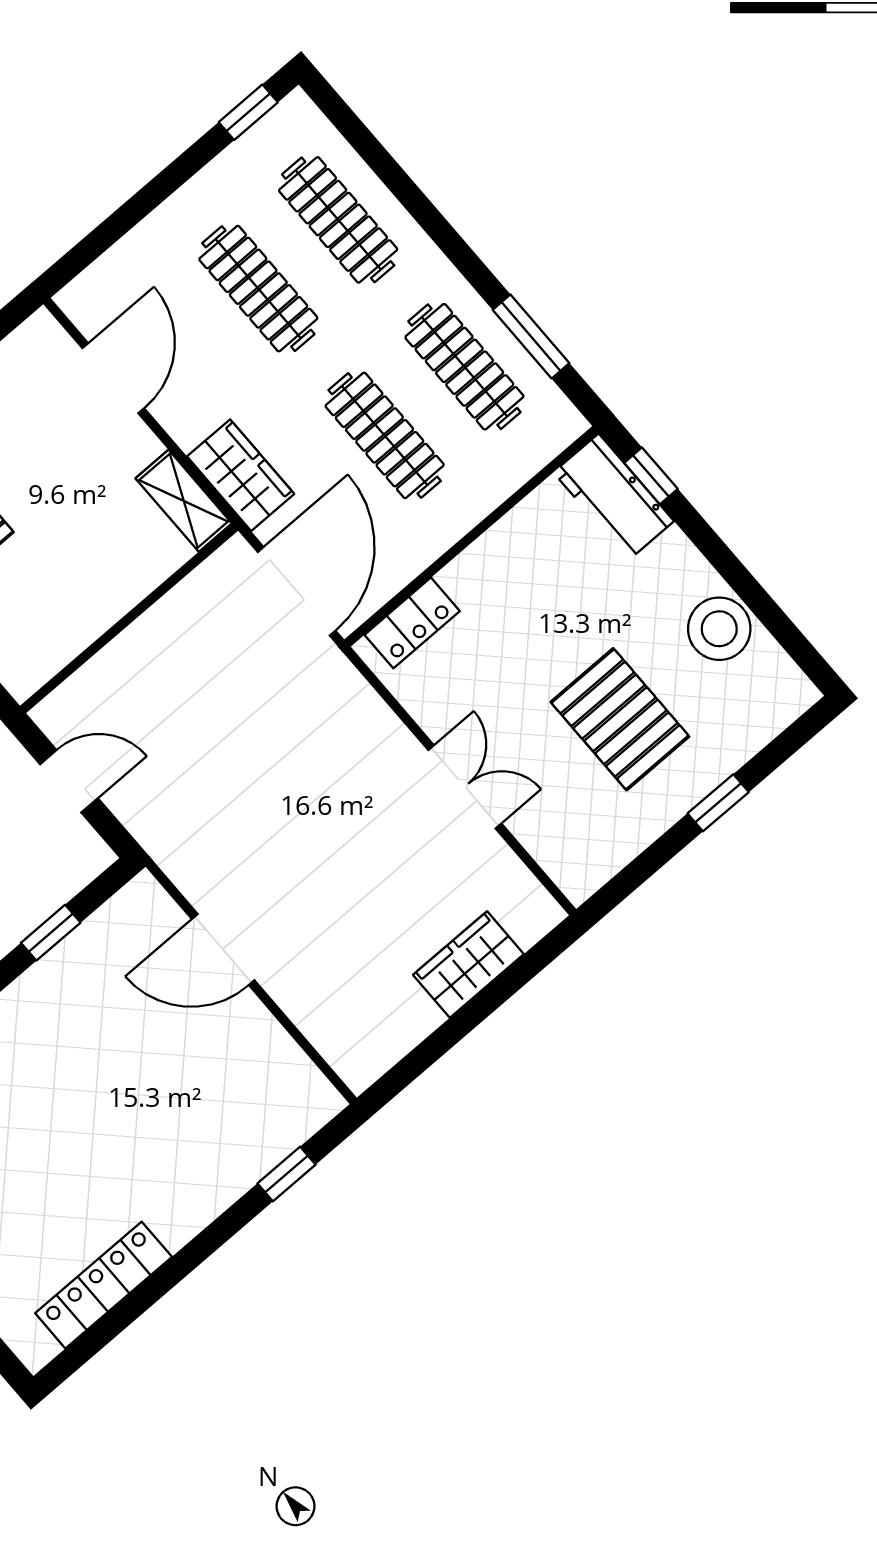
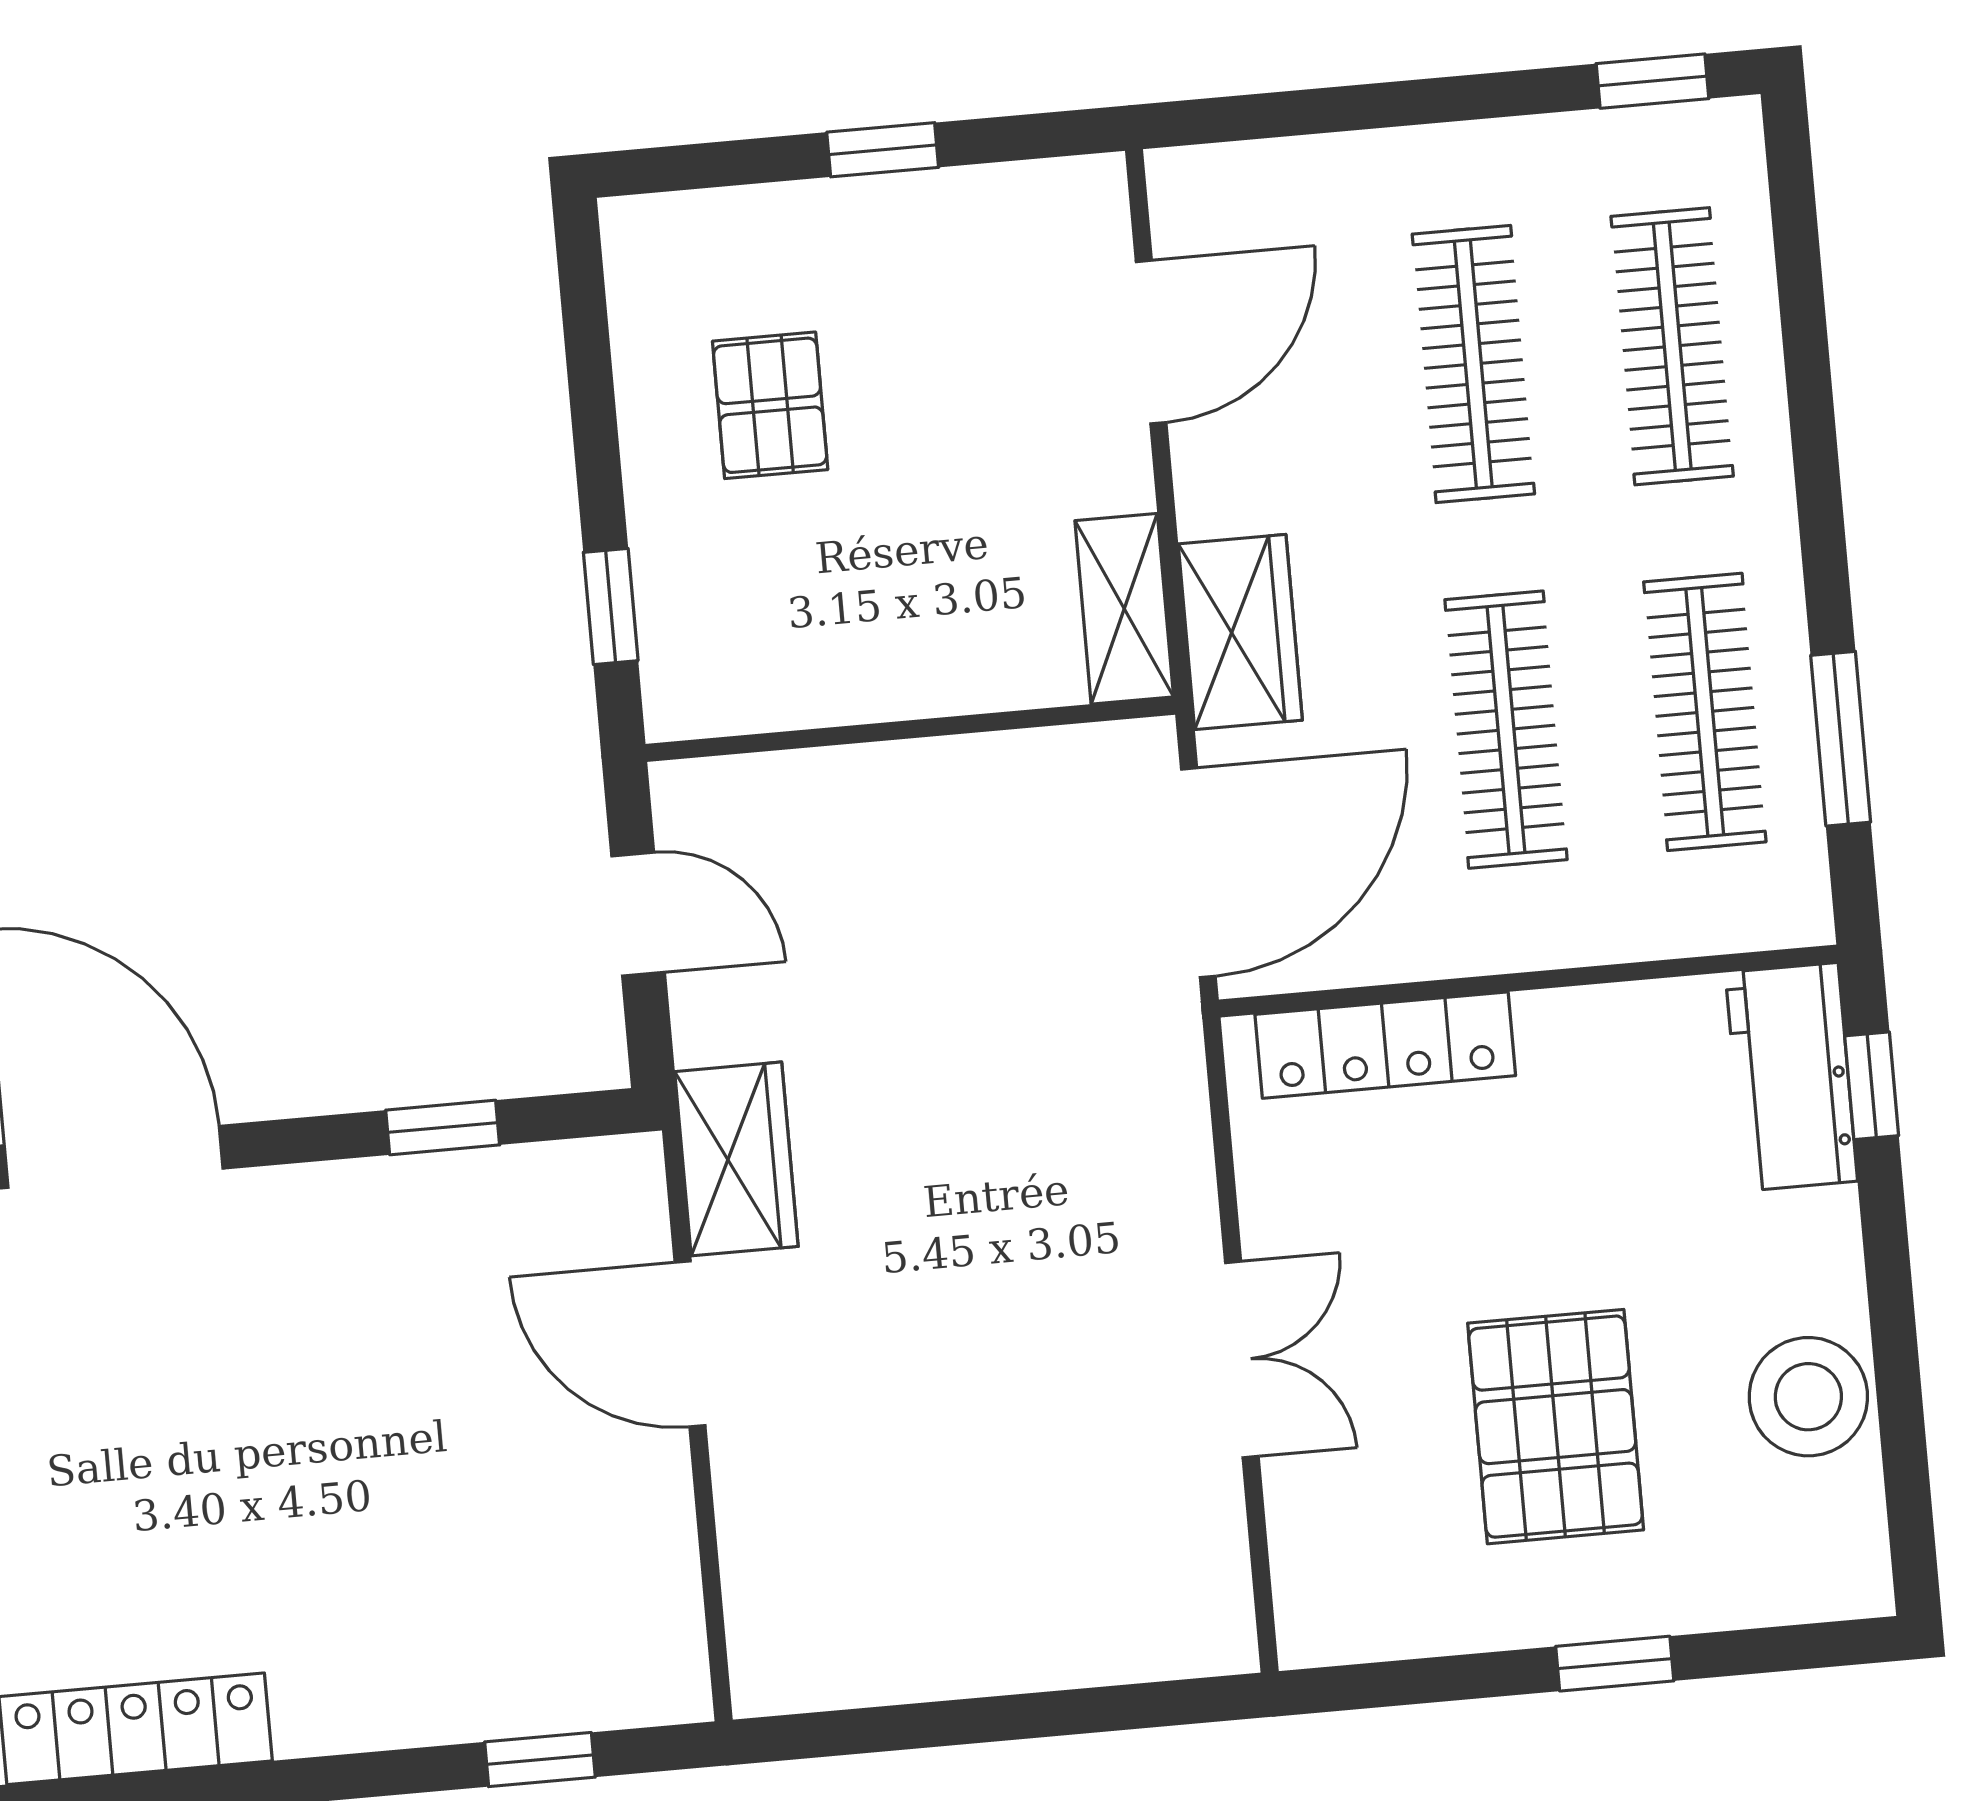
locker: (412, 623) -> (1385, 1045), width x1.53
wardrobe: (468, 964) -> (736, 1159), moved, turned 90

